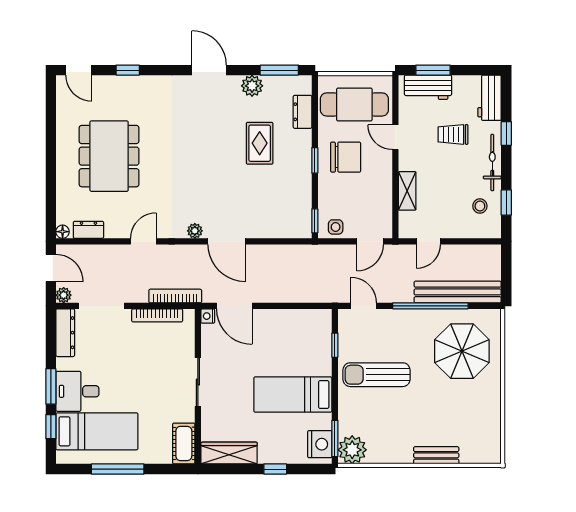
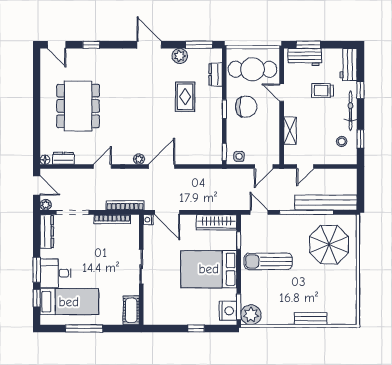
door: (227, 241) -> (162, 167), swing flipped
bed: (293, 395) -> (209, 269), width x1.50
wardrobe: (229, 453) -> (217, 222), moved, turned 180

